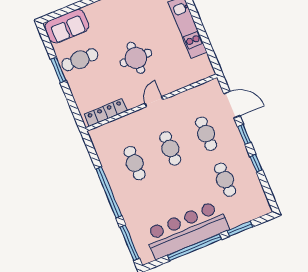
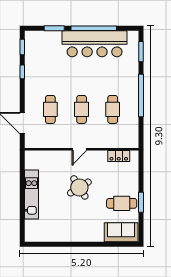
round table: (136, 58) -> (79, 187), turned -32
locker: (106, 113) -> (119, 156), width x0.66
window: (244, 134) -> (22, 47), moved
cafe table: (225, 180) -> (50, 69), removed
window: (129, 243) -> (141, 52), width x0.69

